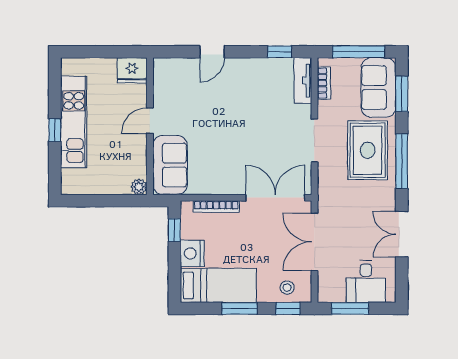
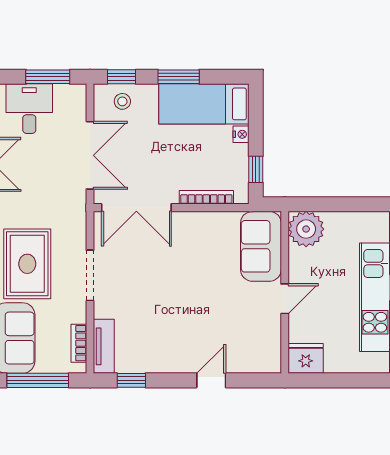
plant: (139, 187) -> (306, 229), width x1.88, depth x1.88
nightstand: (192, 253) -> (241, 134), width x0.53, depth x0.56

